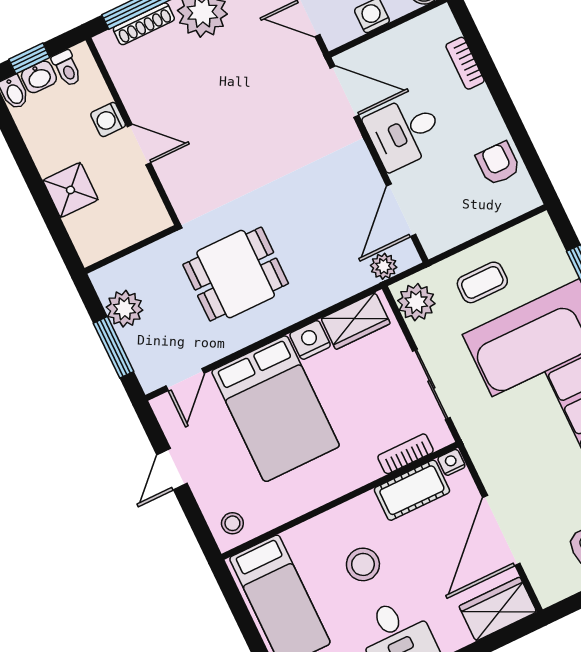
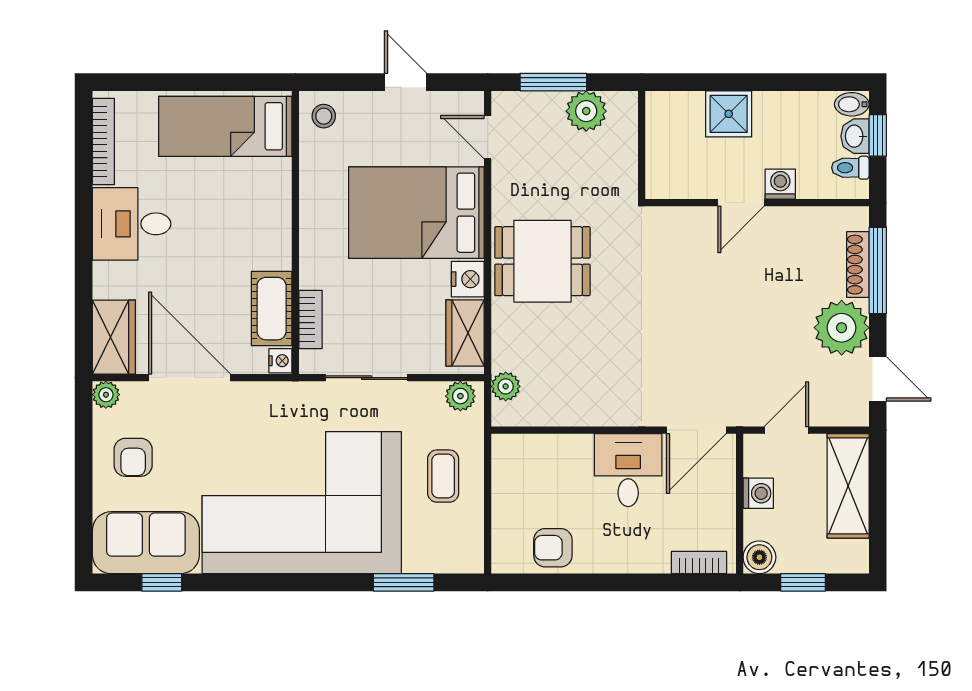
bookcase: (465, 63) -> (699, 562), moved
armchair: (498, 163) -> (553, 548), turned 180
door: (401, 210) -> (552, 430), removed
dining table: (236, 274) -> (542, 261), moved, turned 90
plant: (416, 302) -> (460, 396), width x0.73, depth x0.73
stool: (363, 564) -> (222, 225), removed
plant: (549, 593) -> (106, 395), added

